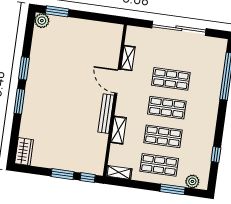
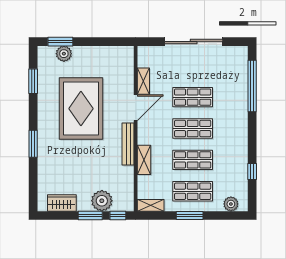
plant: (42, 21) -> (64, 54), moved
window: (24, 68) -> (33, 81), moved
rug: (68, 75) -> (81, 109), added
door: (118, 81) -> (136, 108), swing flipped
wardrobe: (24, 152) -> (62, 203), moved, turned -90
plant: (75, 162) -> (102, 201), added
window: (173, 189) -> (190, 215), moved

